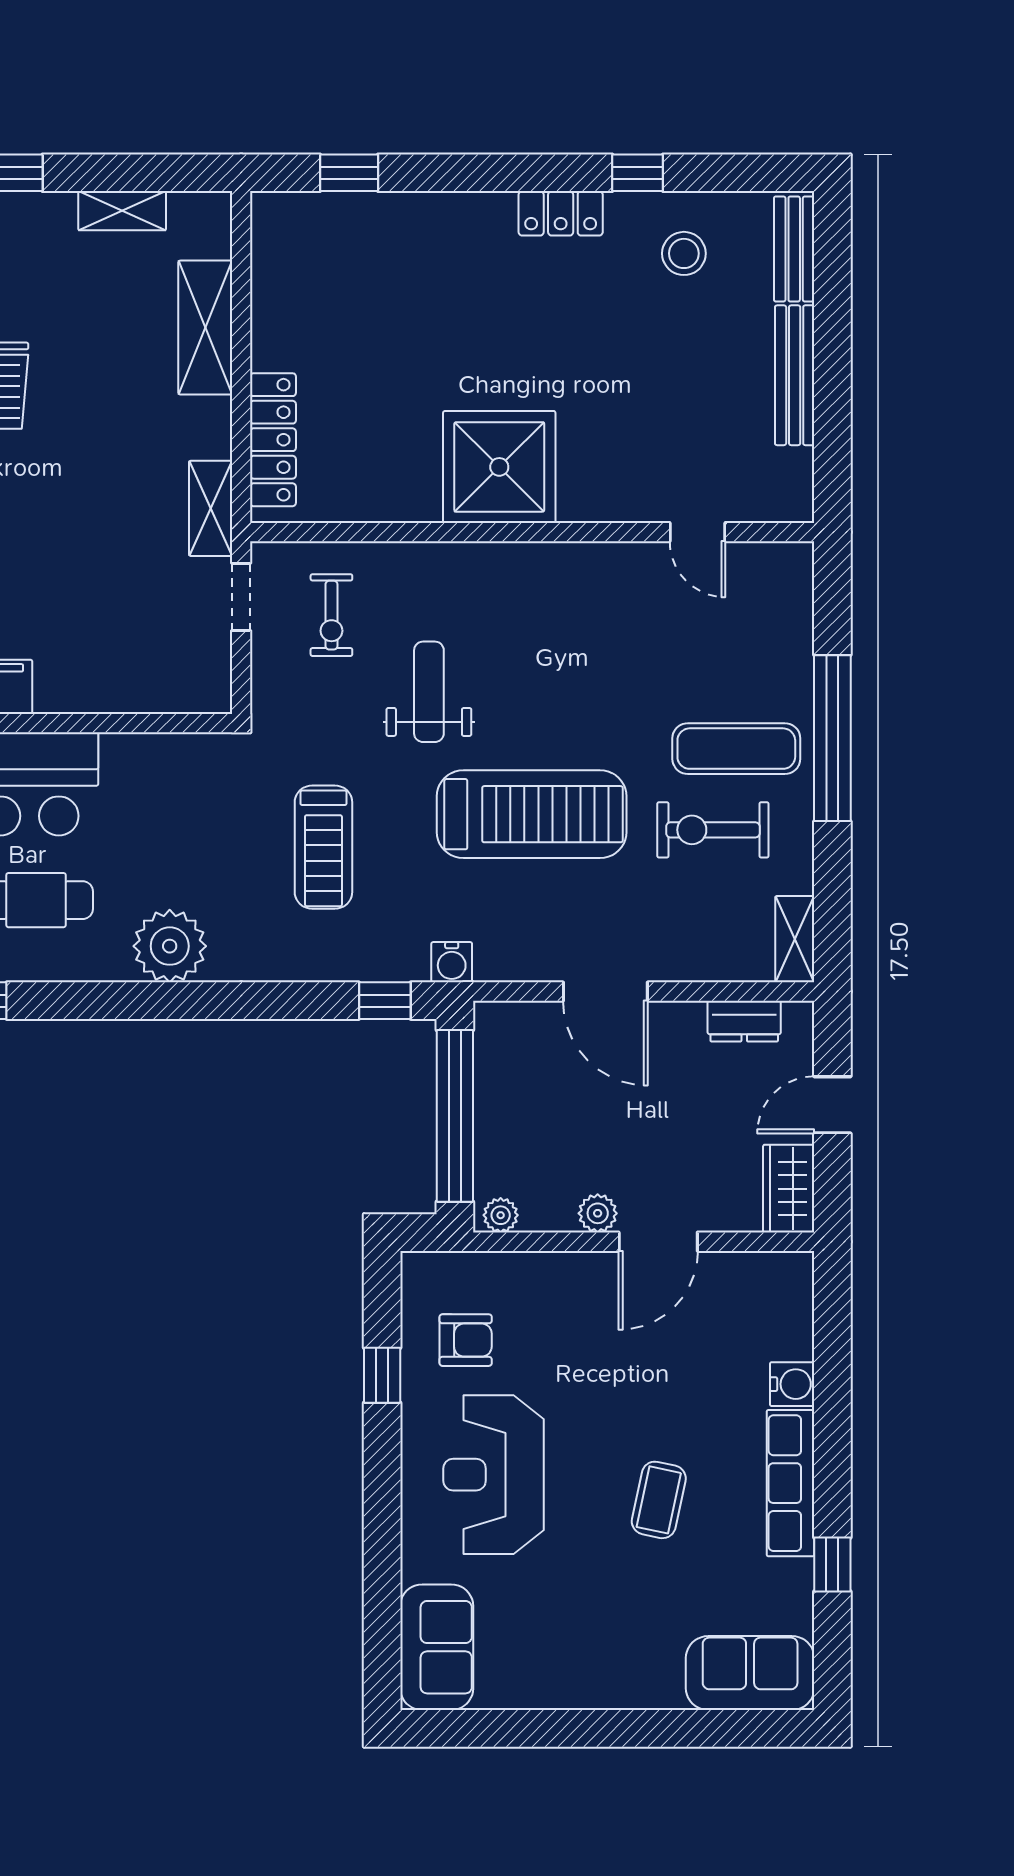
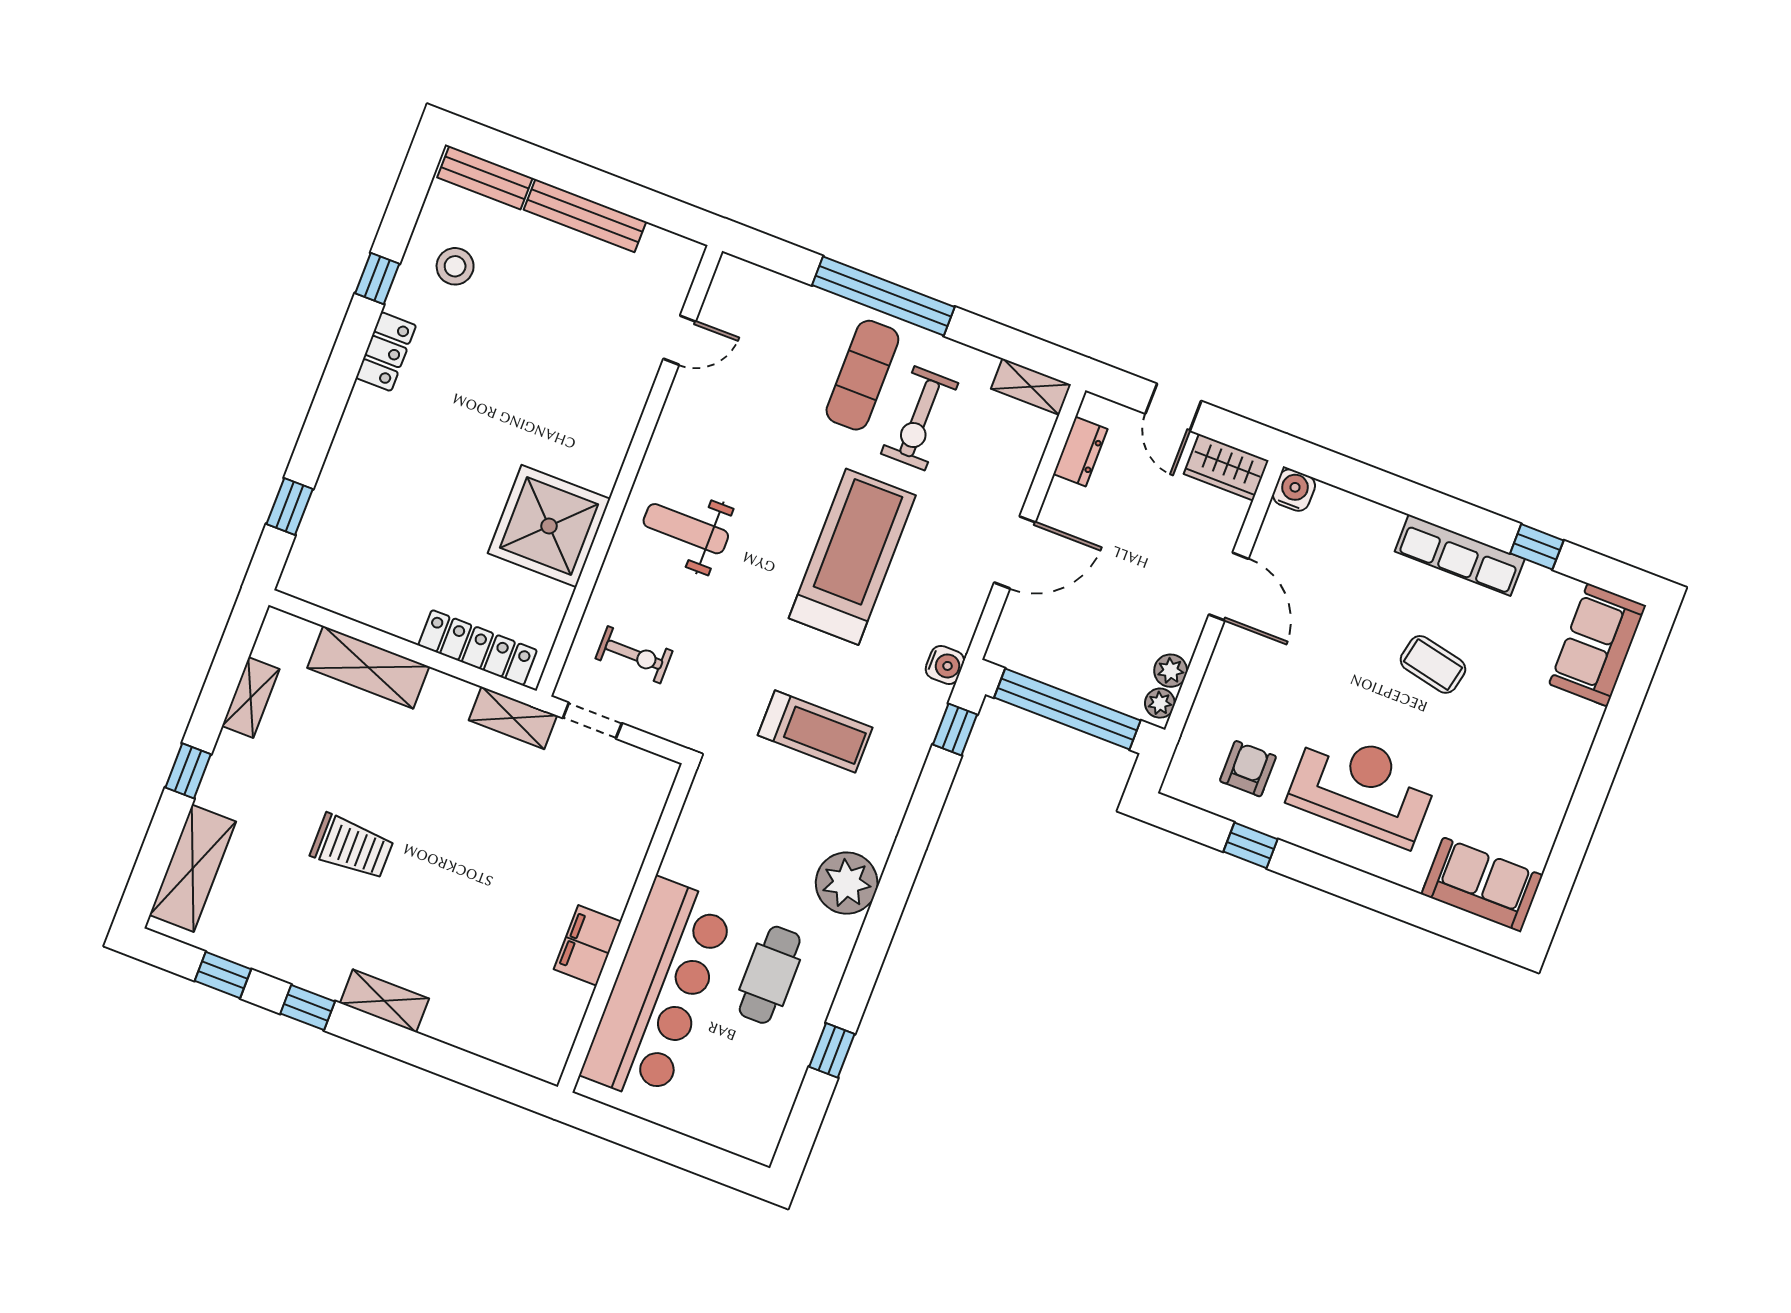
shower: (499, 467) -> (549, 526), moved
weight bench: (429, 692) -> (686, 529), moved
plant: (598, 1213) -> (1171, 671), moved
water cooler: (792, 1384) -> (1294, 490), moved
reception desk: (494, 1475) -> (1363, 787), turned 180

